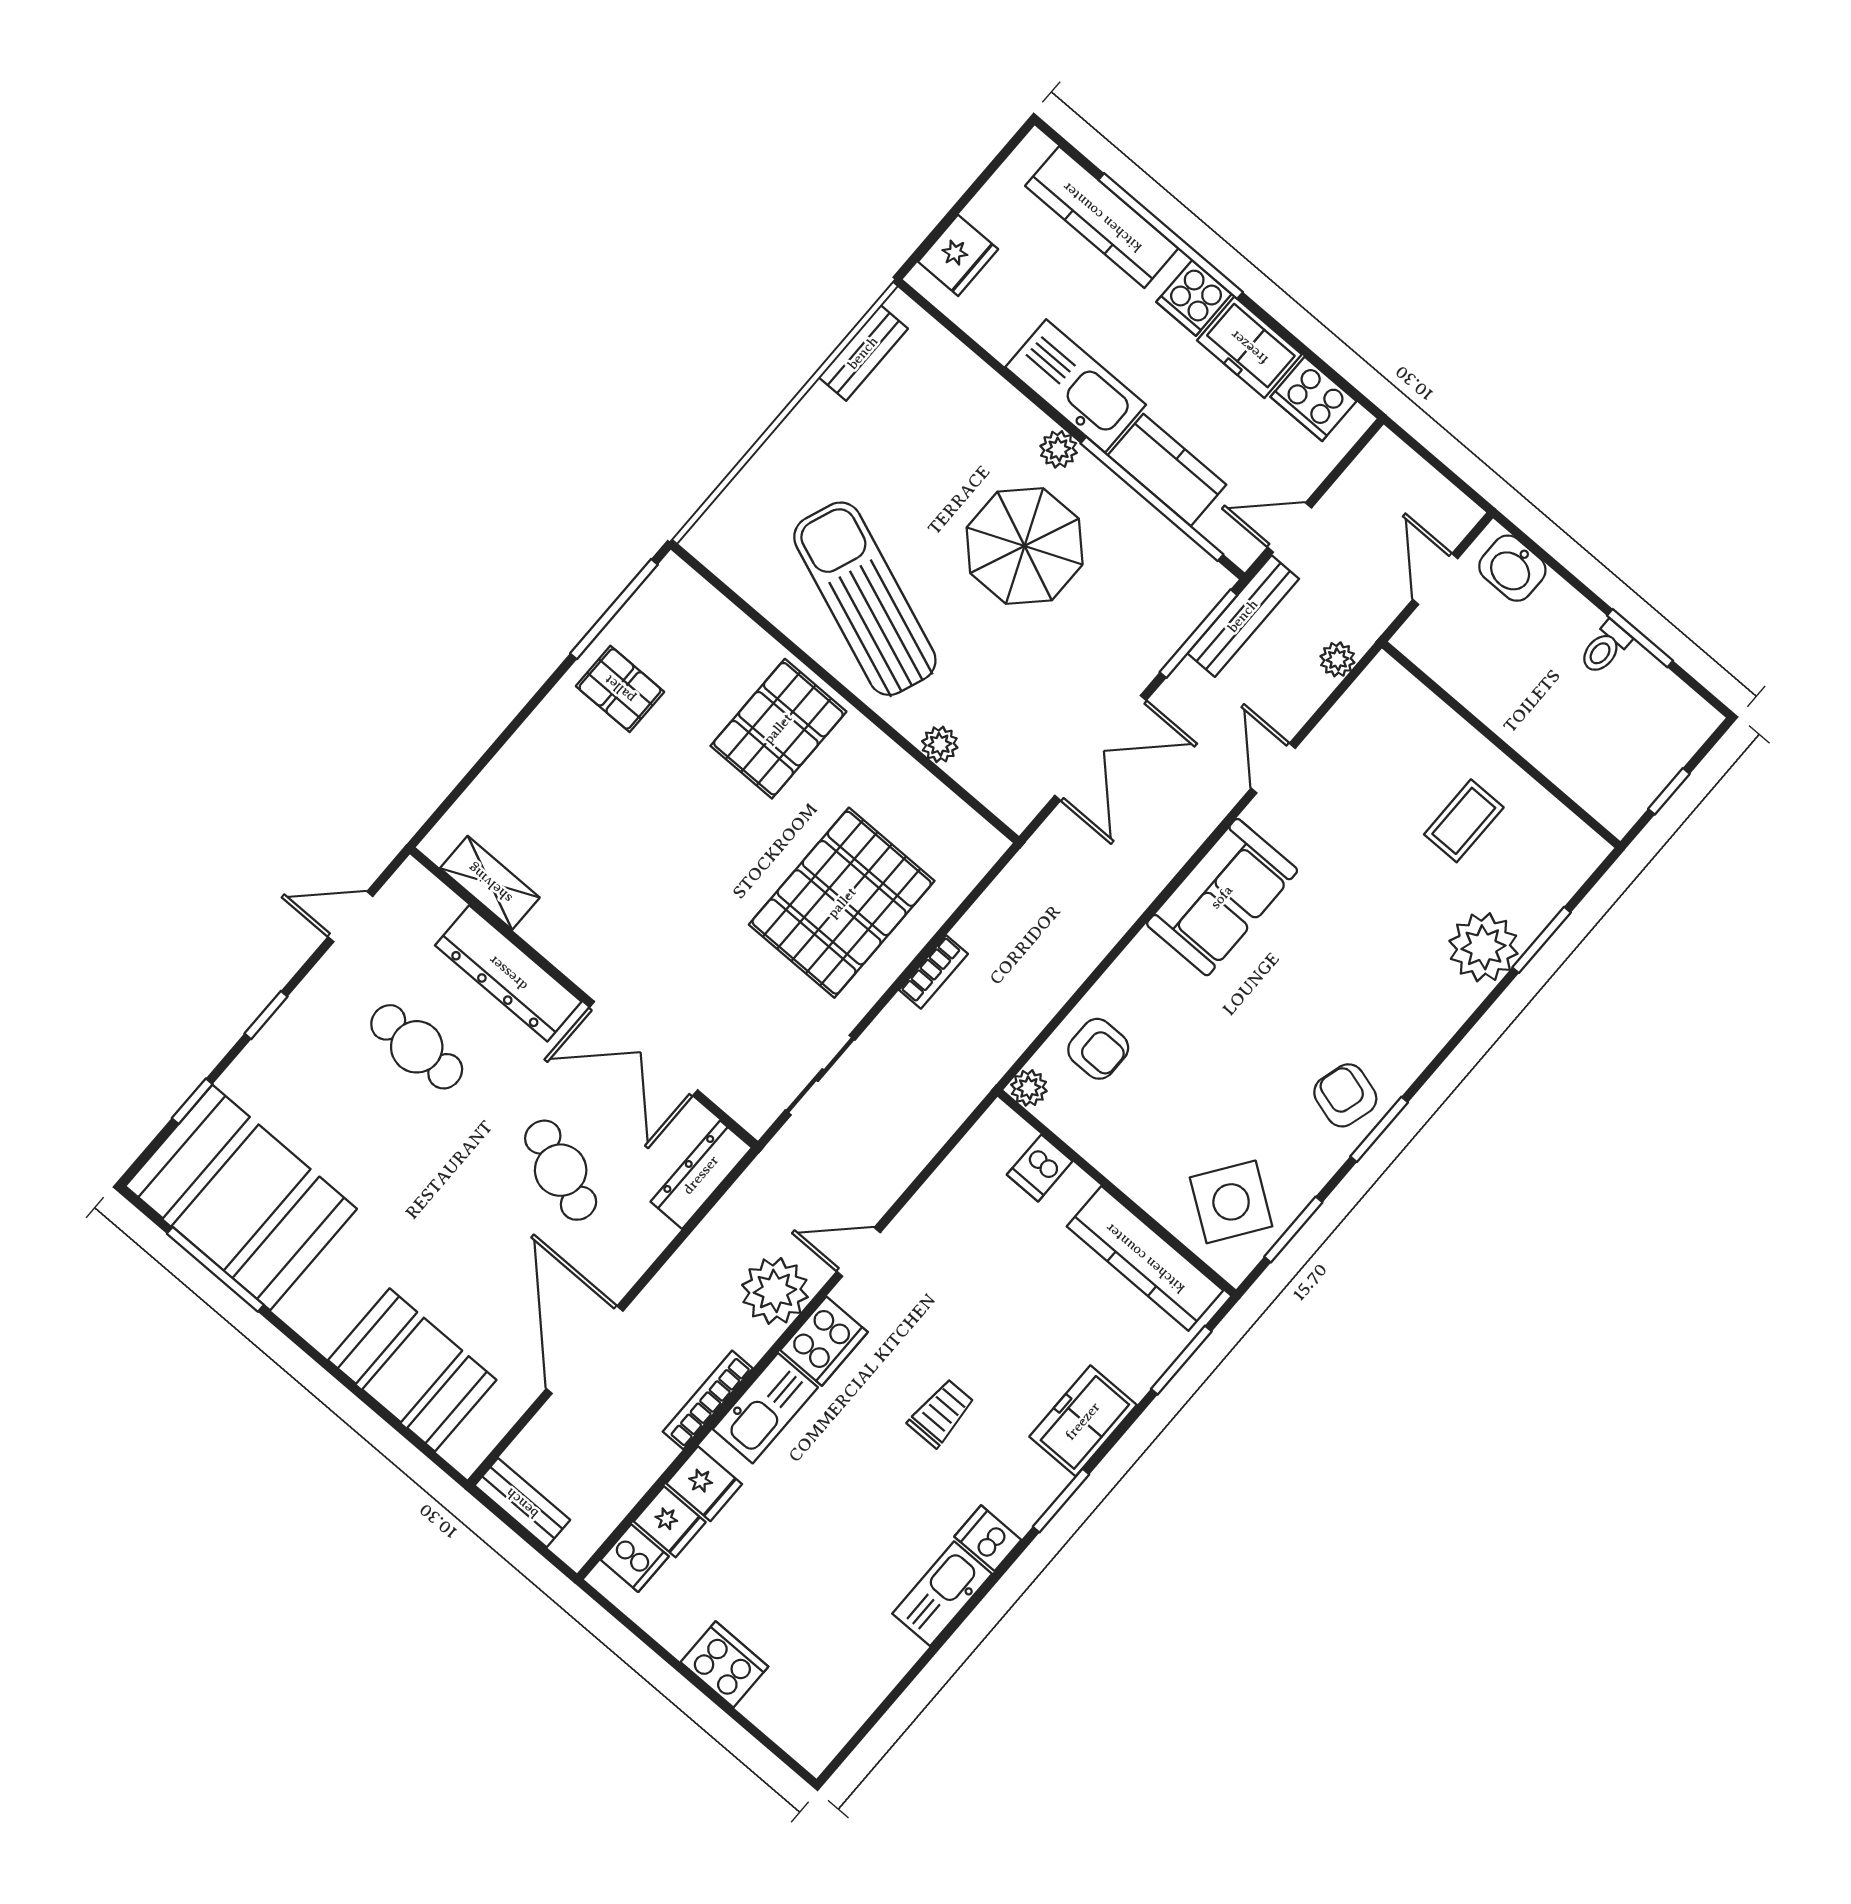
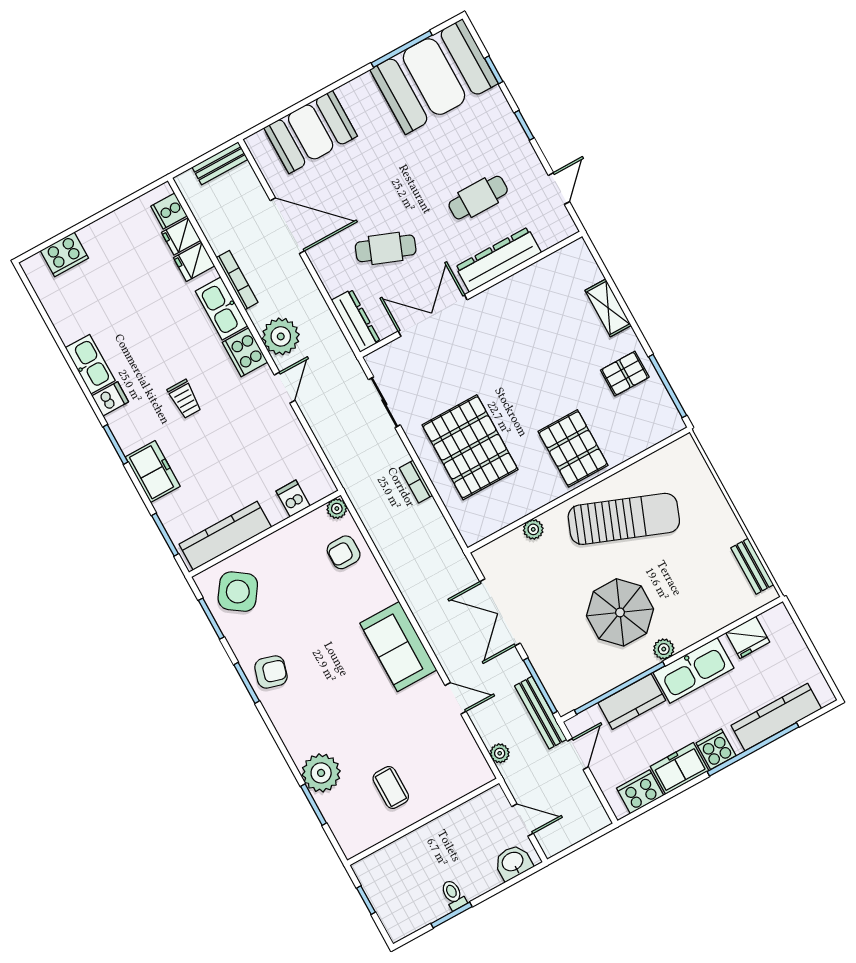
fridge: (958, 255) -> (748, 637), moved, turned -90
shelving: (490, 883) -> (608, 308), moved, turned 90
cooker: (724, 1664) -> (64, 254), moved

